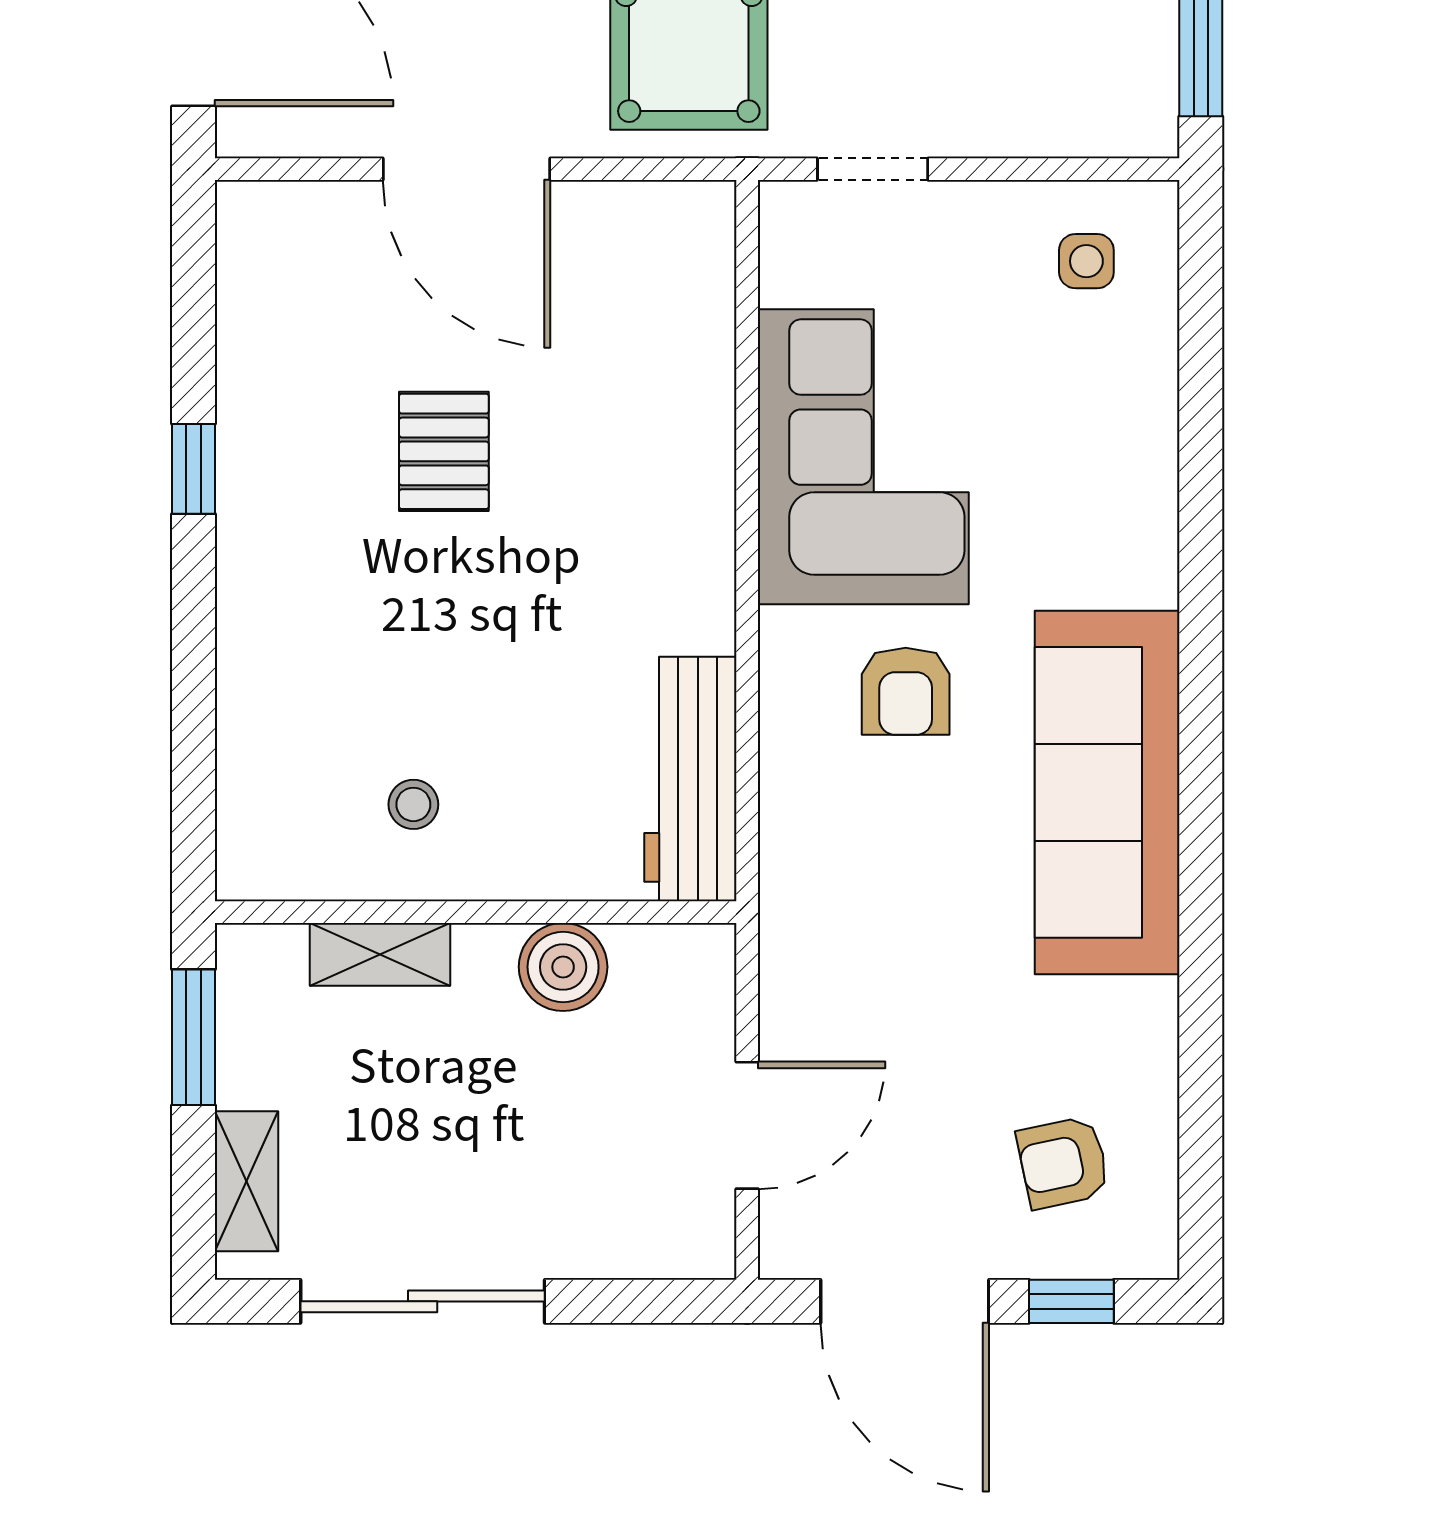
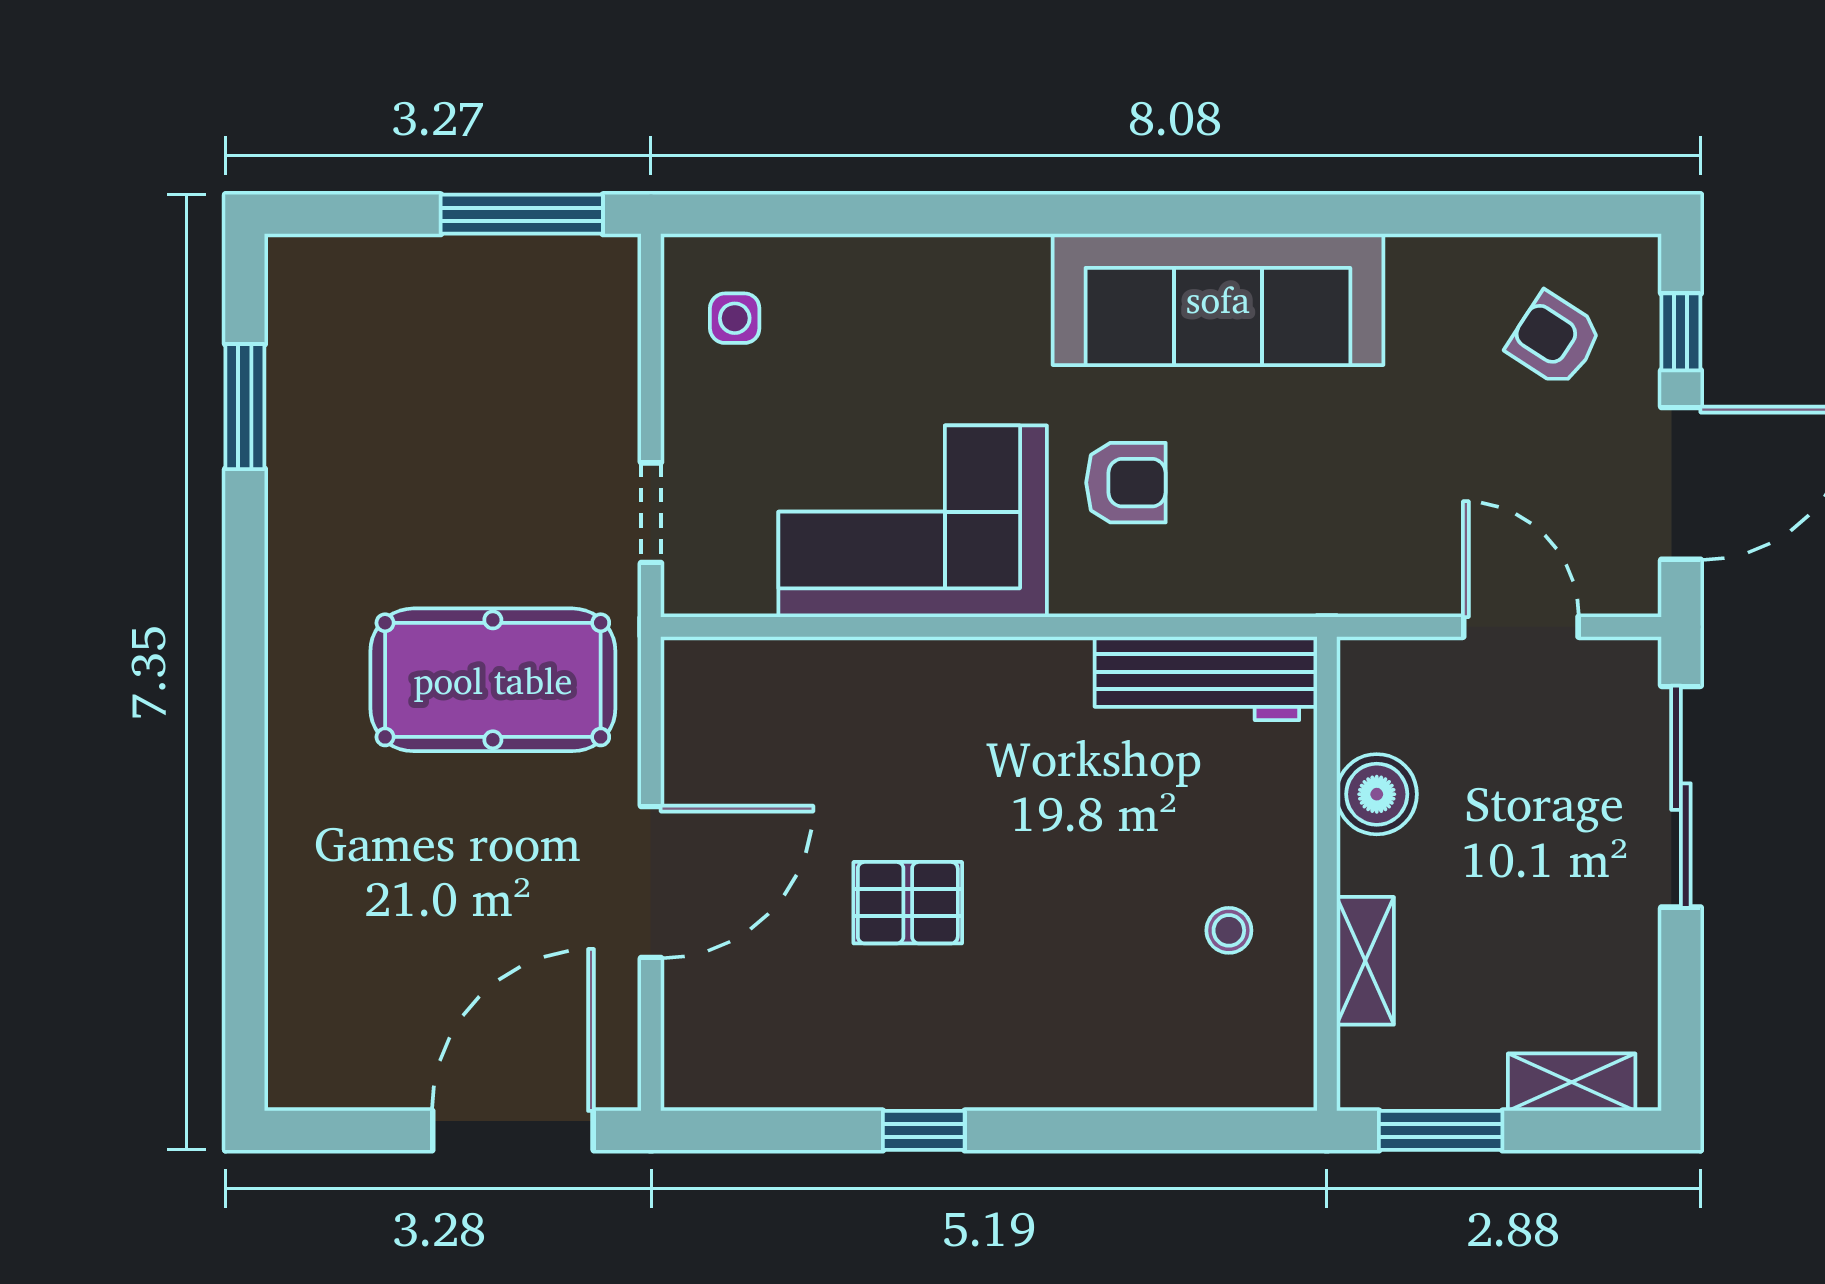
armchair: (1063, 1163) -> (1555, 339), turned 135
sliding door: (423, 1301) -> (1681, 797), moved

